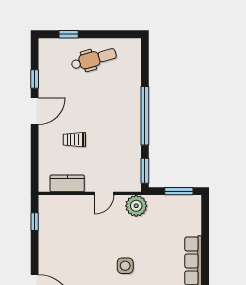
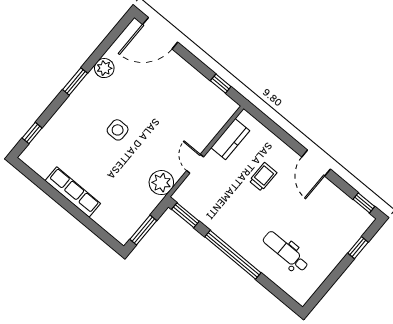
dental chair: (94, 59) -> (286, 251), moved, turned 106
window: (35, 79) -> (364, 203), moved

